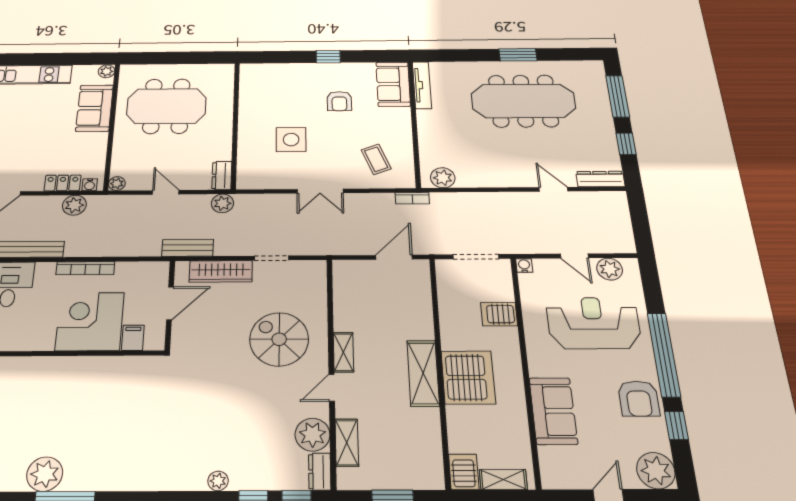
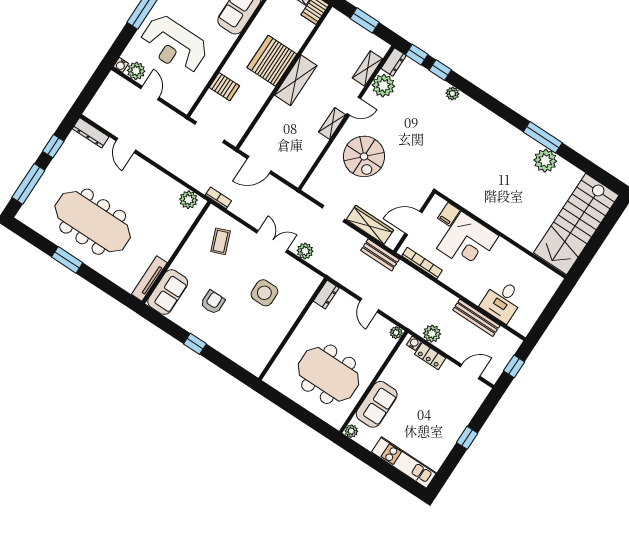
plant: (222, 203) -> (305, 251), moved
water cooler: (524, 265) -> (121, 65), moved
bookcase: (85, 268) -> (422, 263), moved

